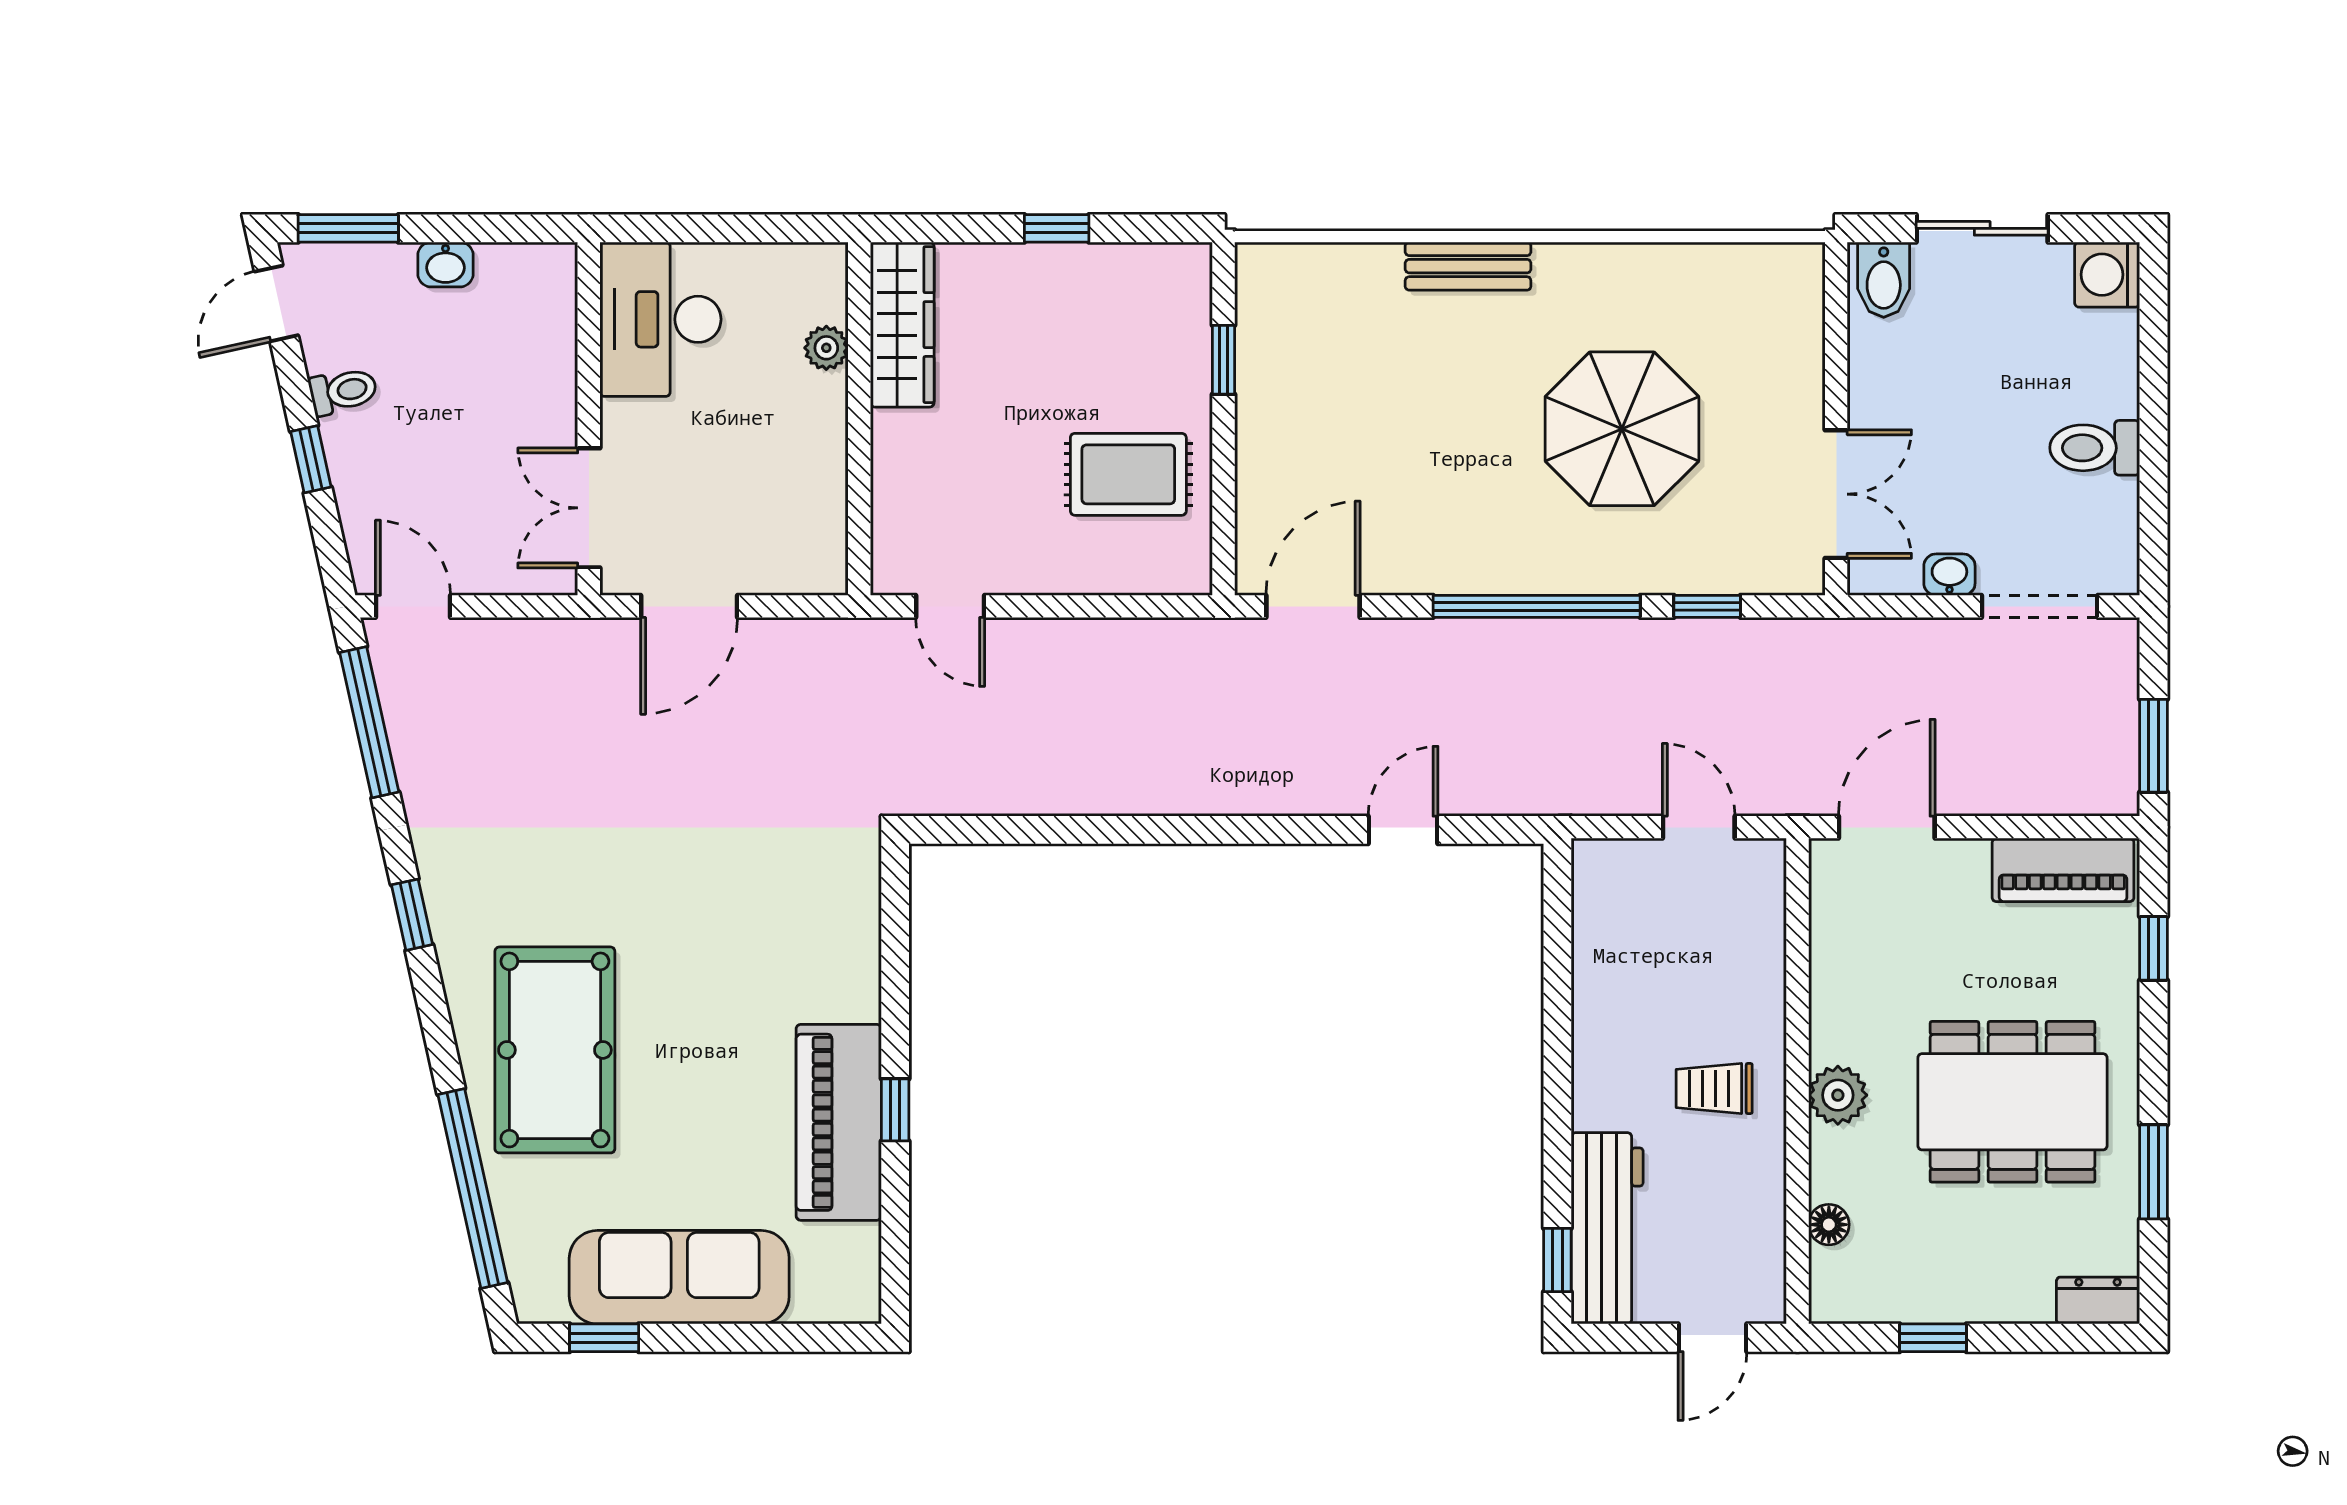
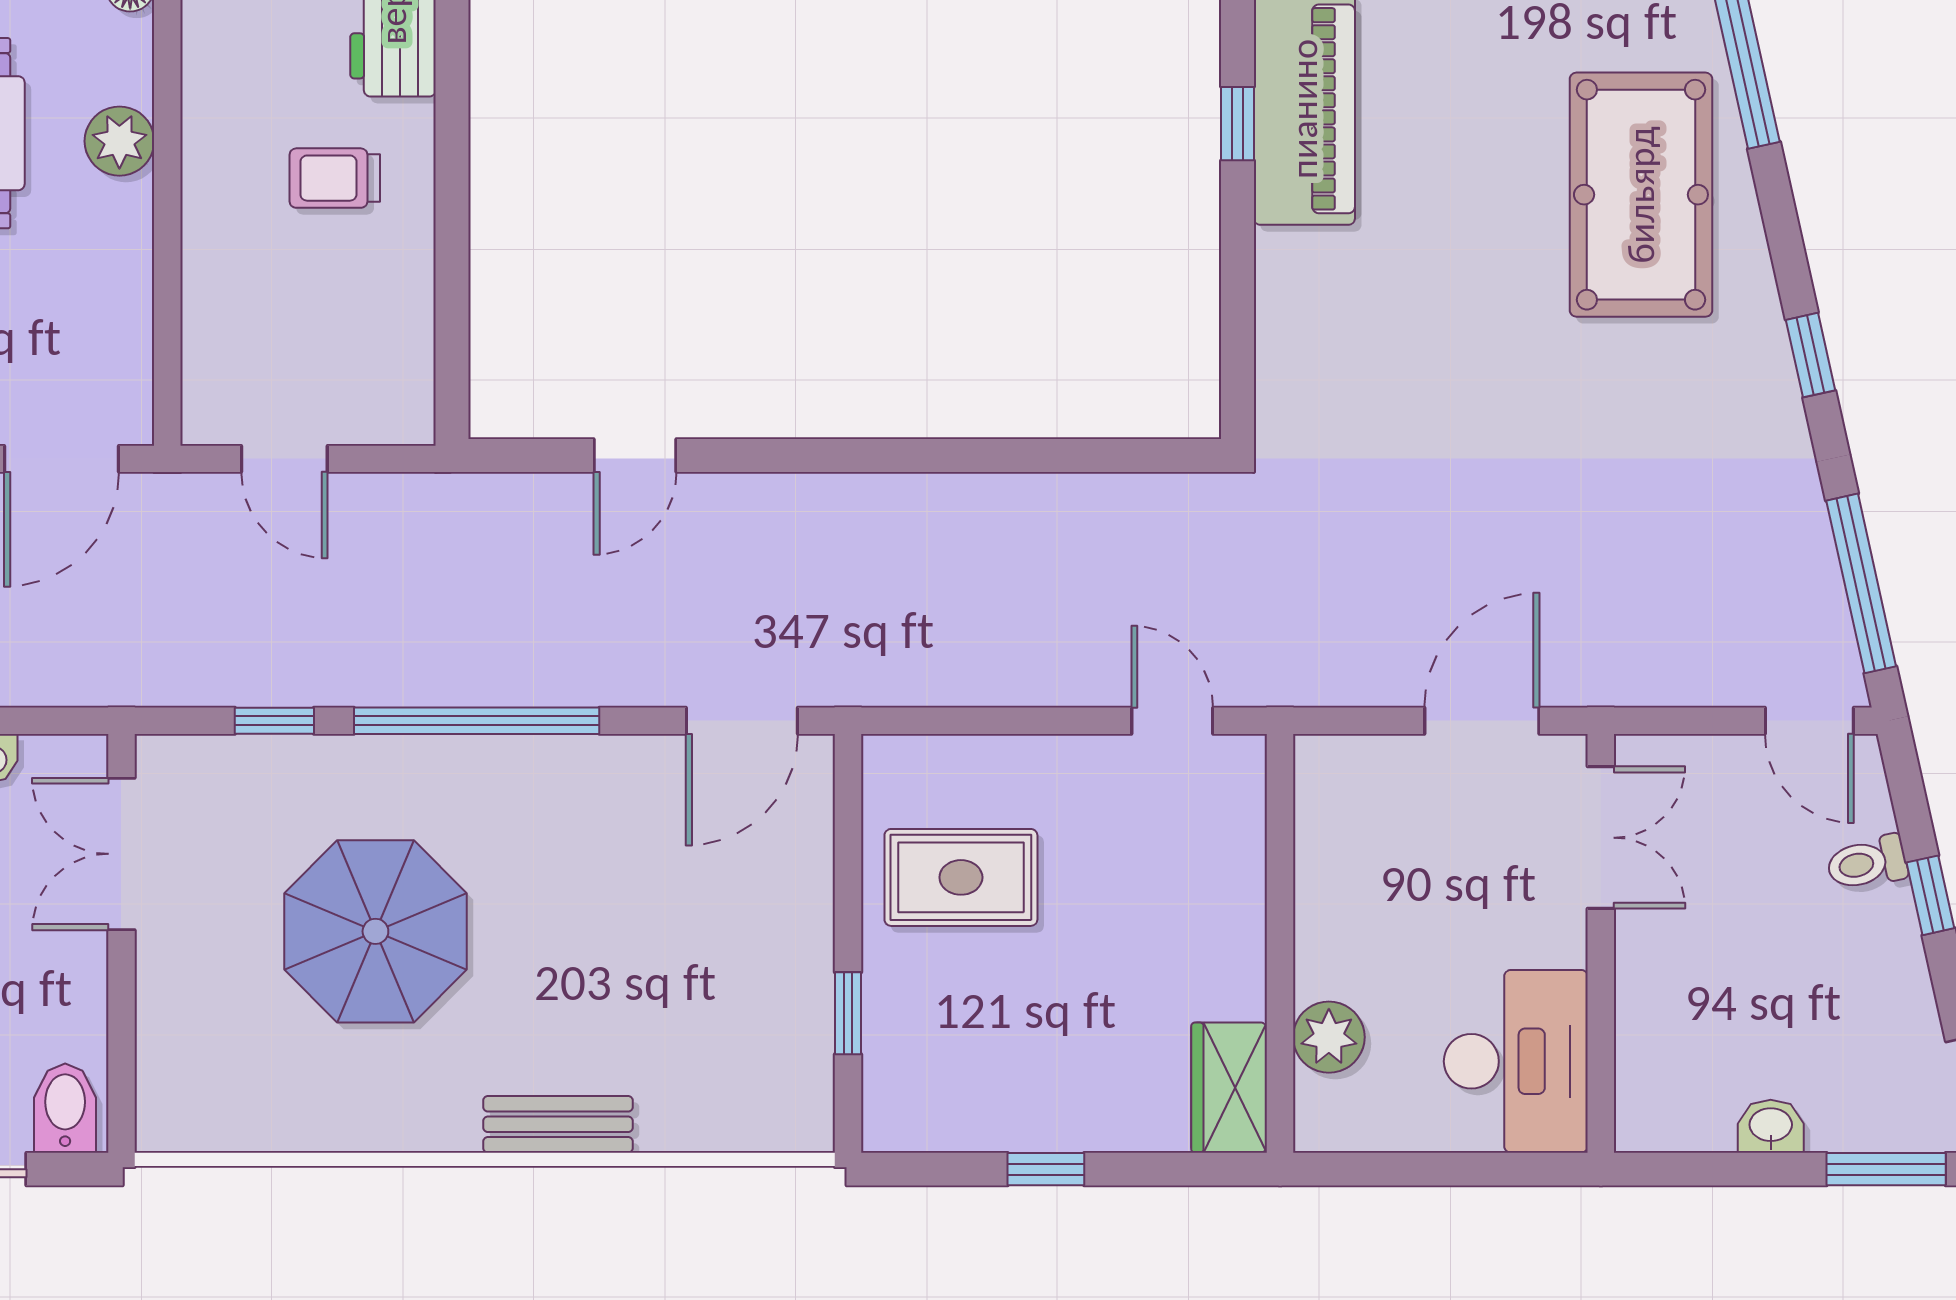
wardrobe: (902, 325) -> (1229, 1088), width x0.67
plant: (826, 348) -> (1329, 1037), width x1.38, depth x1.38
toilet: (343, 391) -> (1867, 863), moved
trolley: (1714, 1089) -> (335, 178), moved, turned 180

